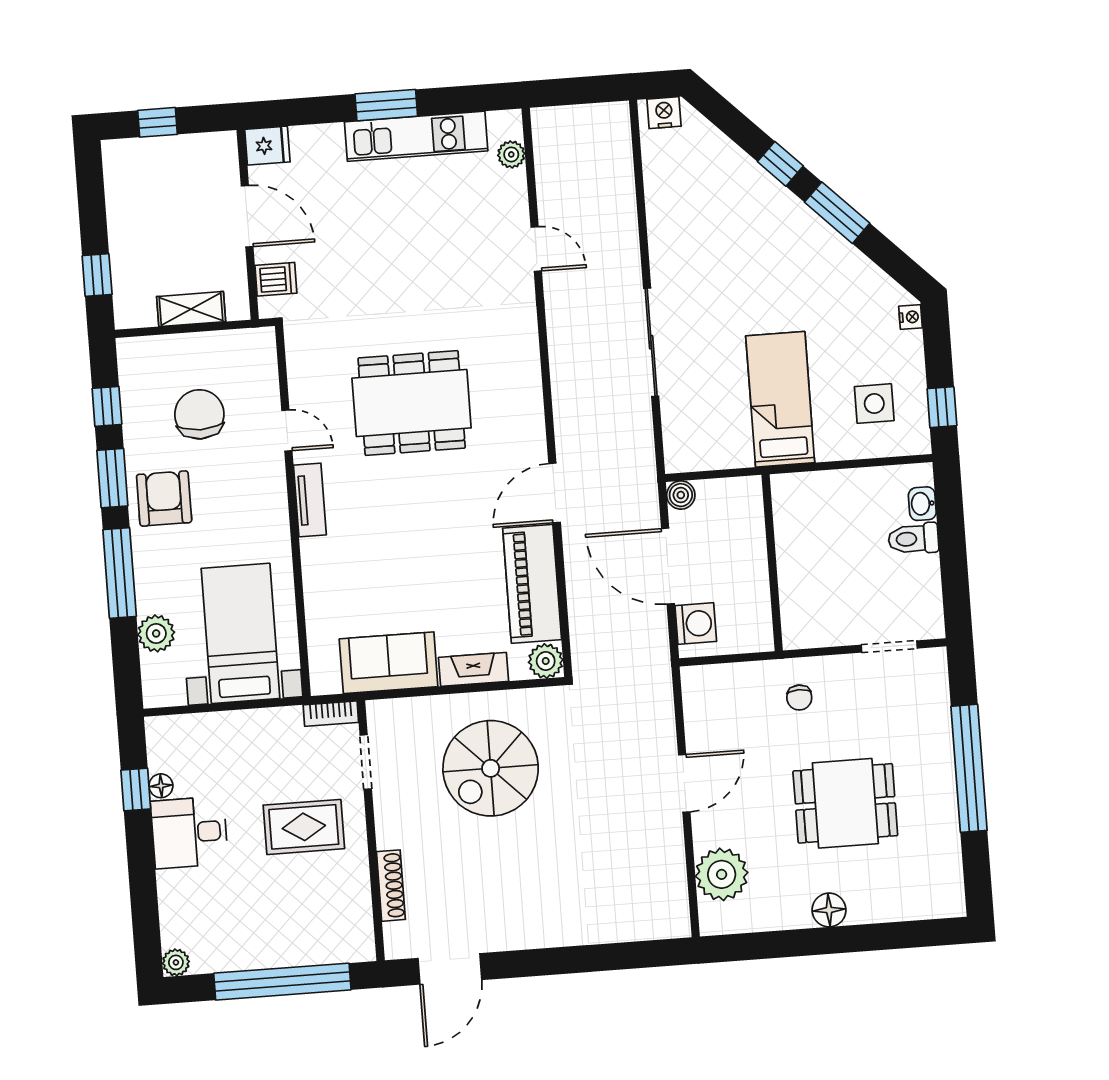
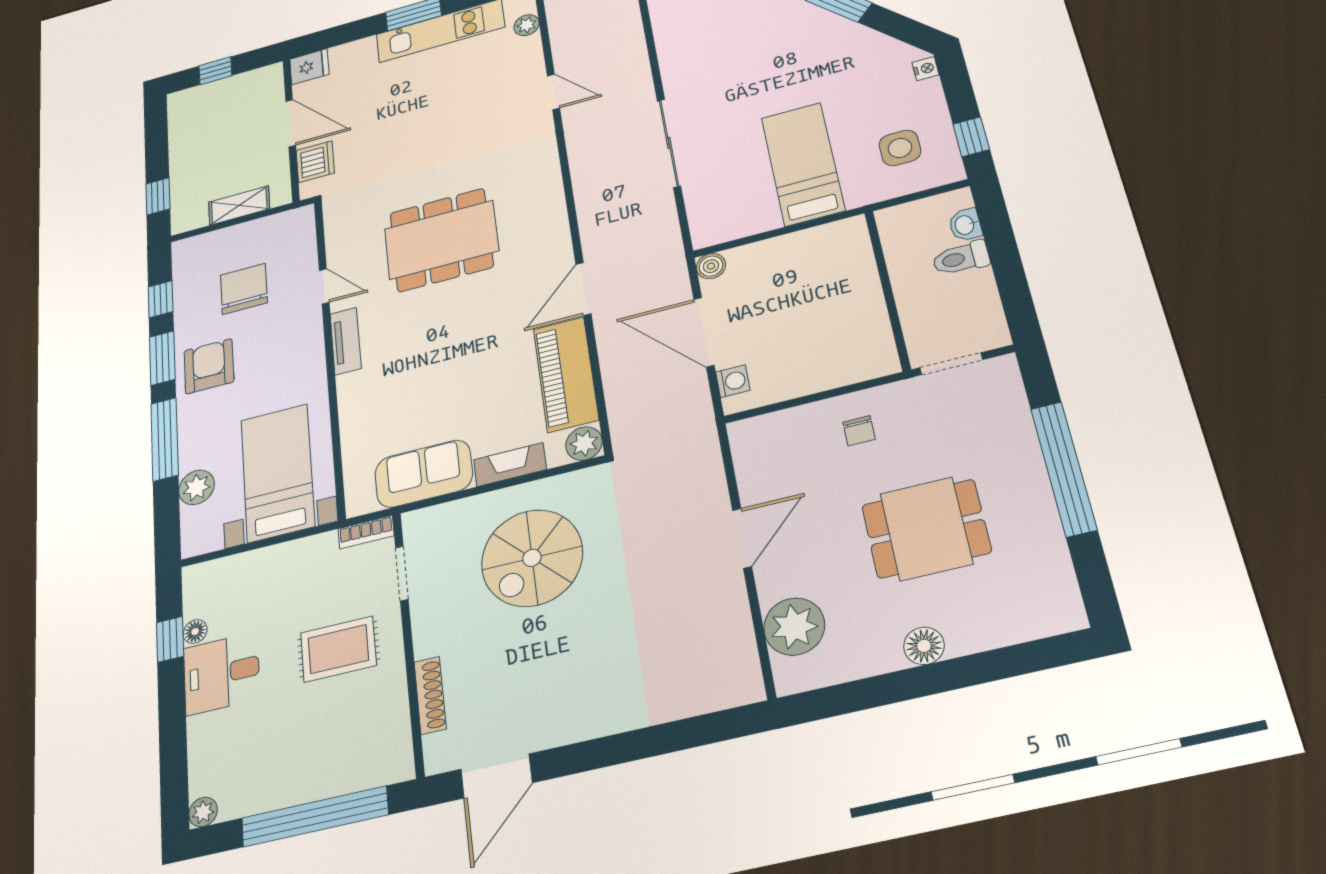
dishwasher: (276, 279) -> (315, 162), width x1.38
wall: (772, 563) -> (887, 290), moved
washing machine: (696, 624) -> (733, 381), width x0.73, depth x0.73

